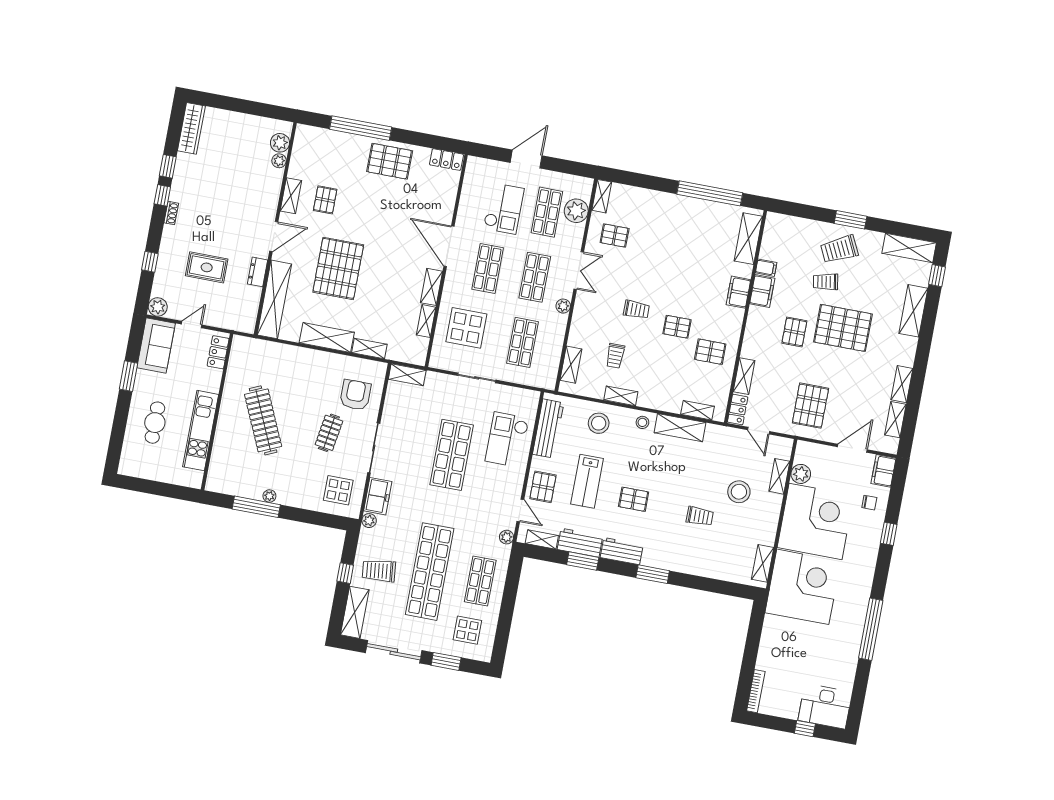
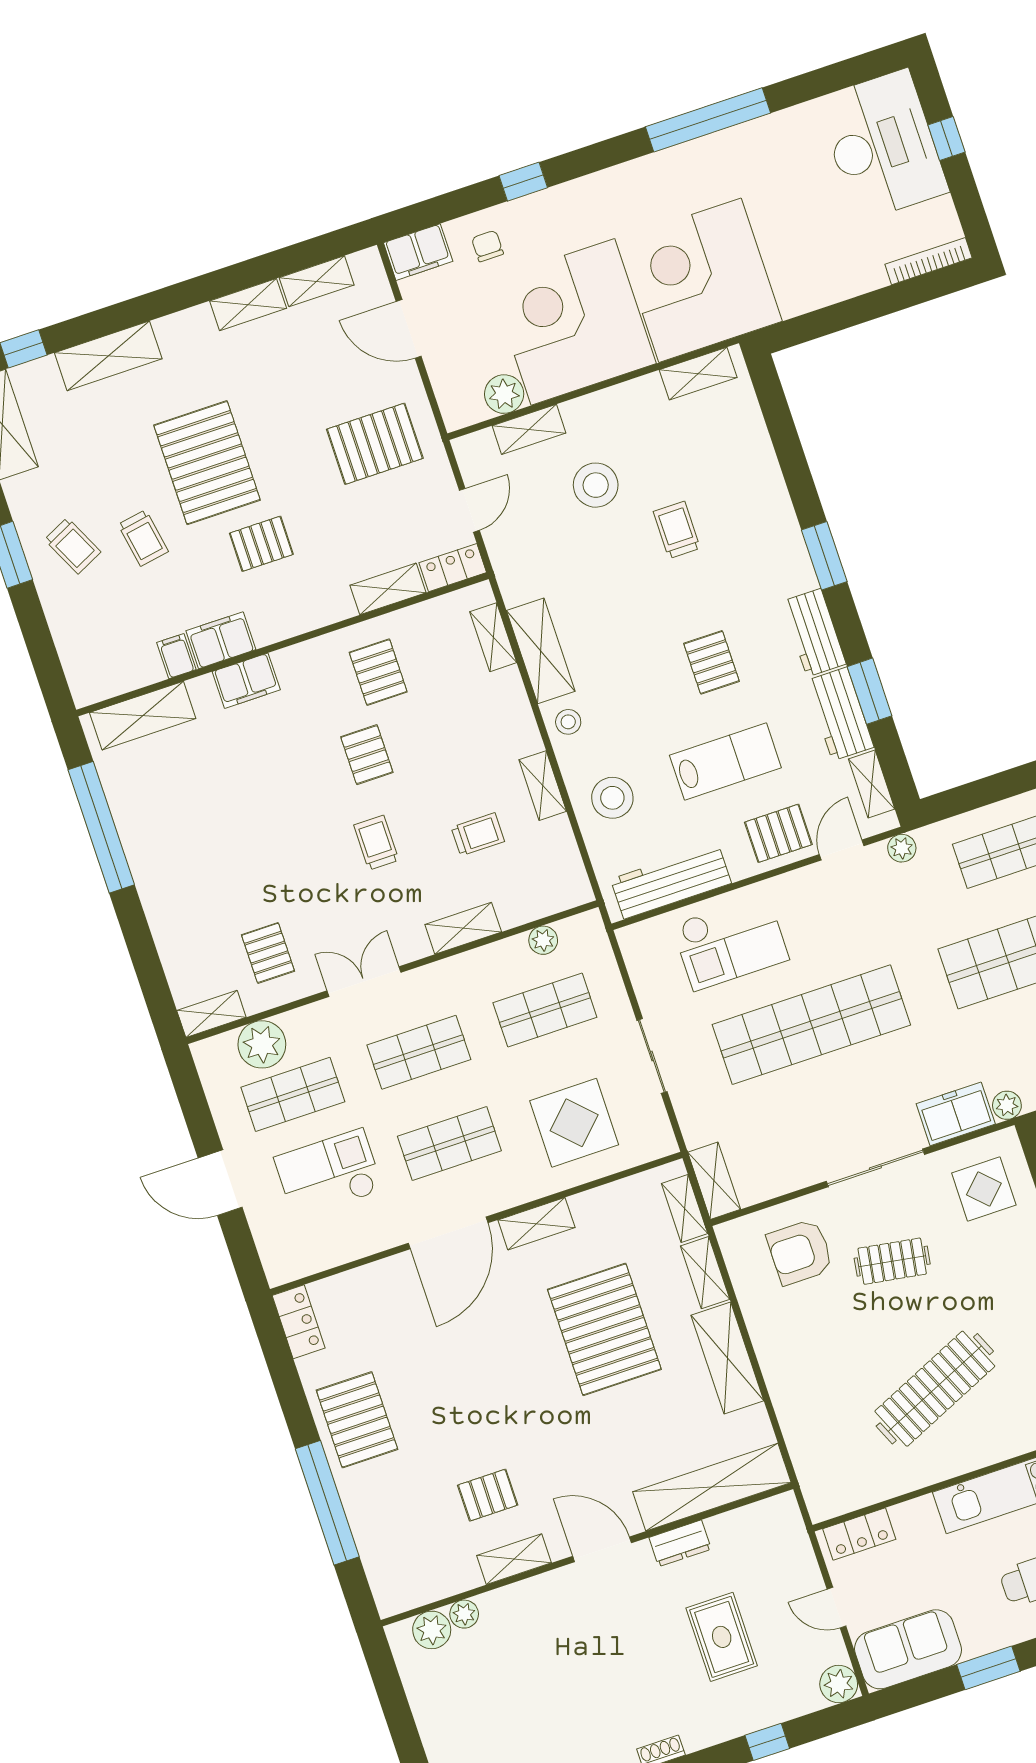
trolley: (839, 249) -> (73, 546), width x0.73, depth x0.72
pallet: (338, 268) -> (604, 1329), moved, turned 90
plant: (563, 306) -> (543, 940), moved
shelving: (426, 321) -> (685, 1209), moved, turned 90
shelving: (571, 365) -> (463, 928), moved
shop shelf: (452, 455) -> (811, 1025), width x1.40
desk: (825, 706) -> (882, 145), width x1.36, depth x1.30

